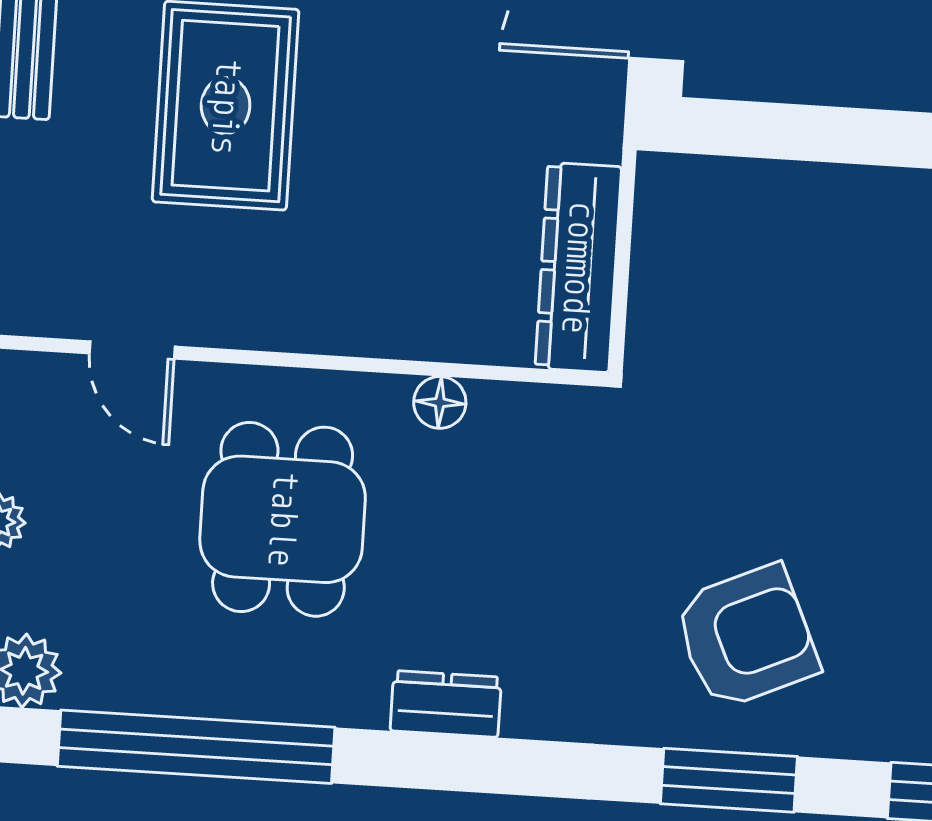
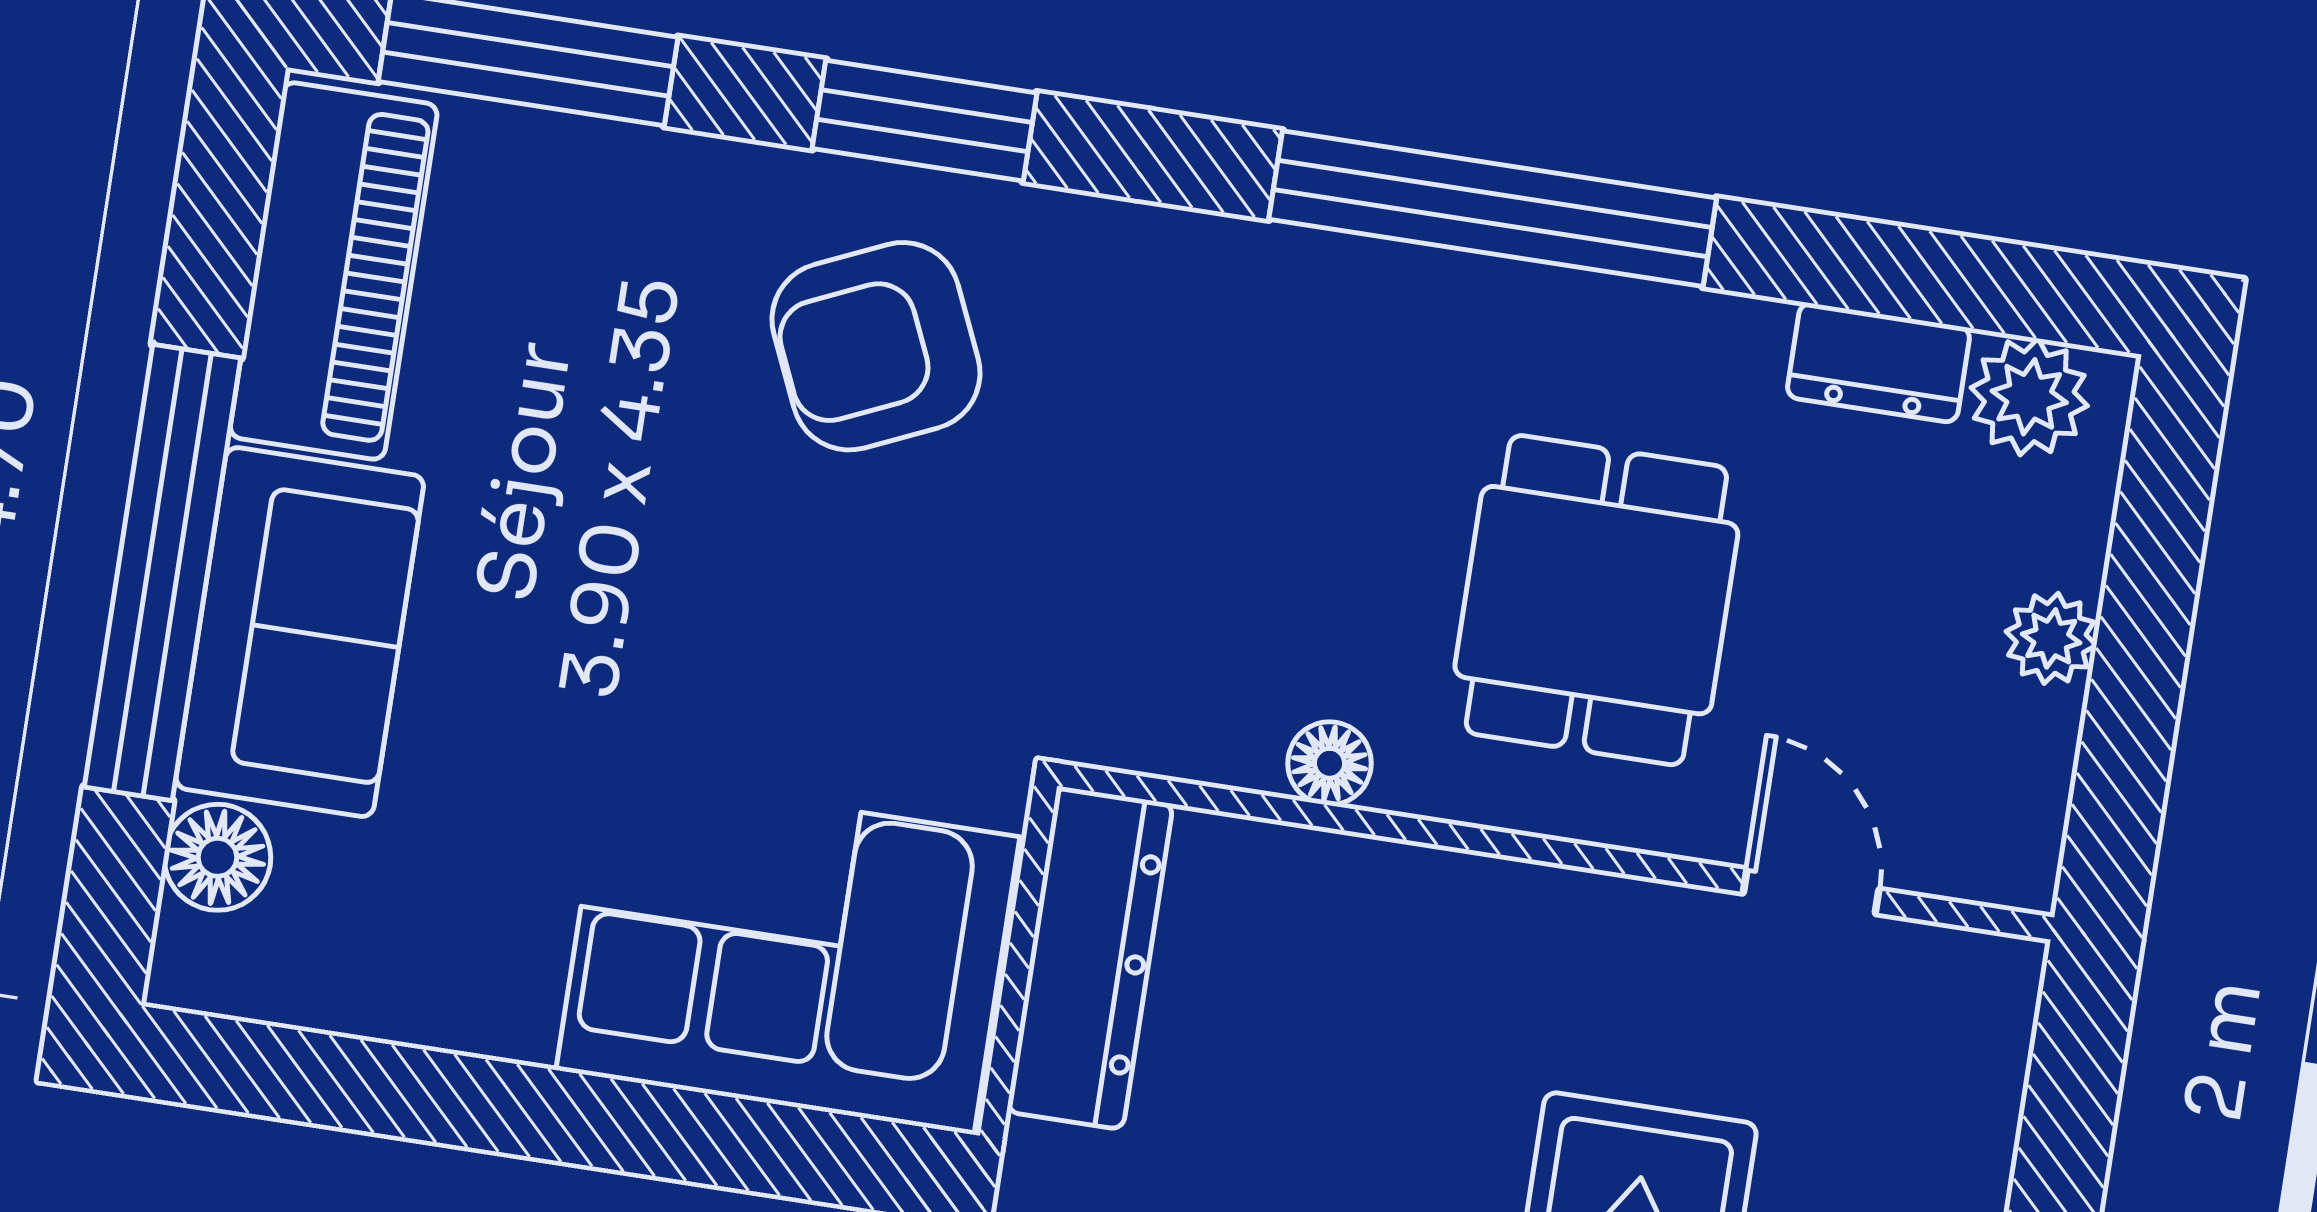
corner sofa: (767, 253) -> (788, 953), added
dresser: (446, 704) -> (1878, 363), moved
window: (196, 747) -> (1493, 209), moved

